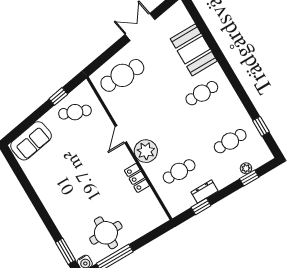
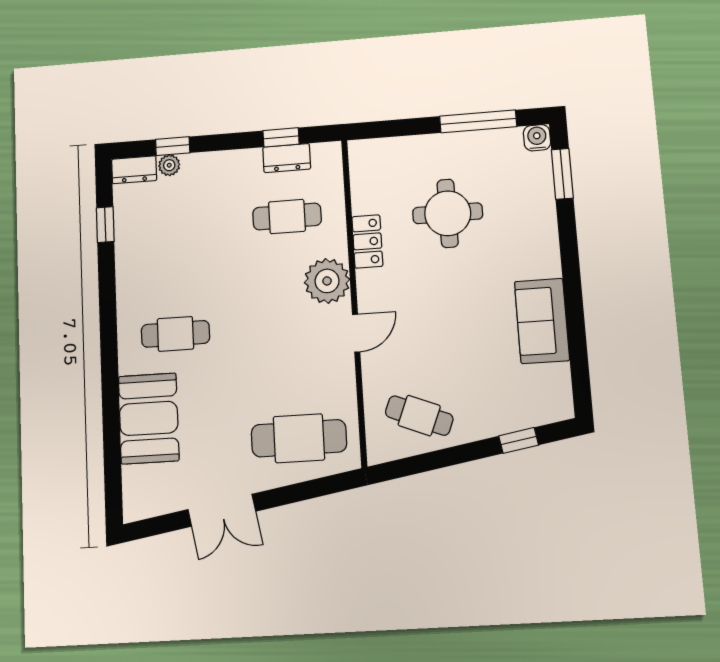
window: (58, 96) -> (519, 440), moved
sofa: (31, 141) -> (542, 321), moved, turned -80
cafe table: (230, 141) -> (171, 225), removed
dresser: (261, 158) -> (134, 170), added
dresser: (205, 192) -> (287, 158), moved
round table: (106, 233) -> (448, 213), moved

